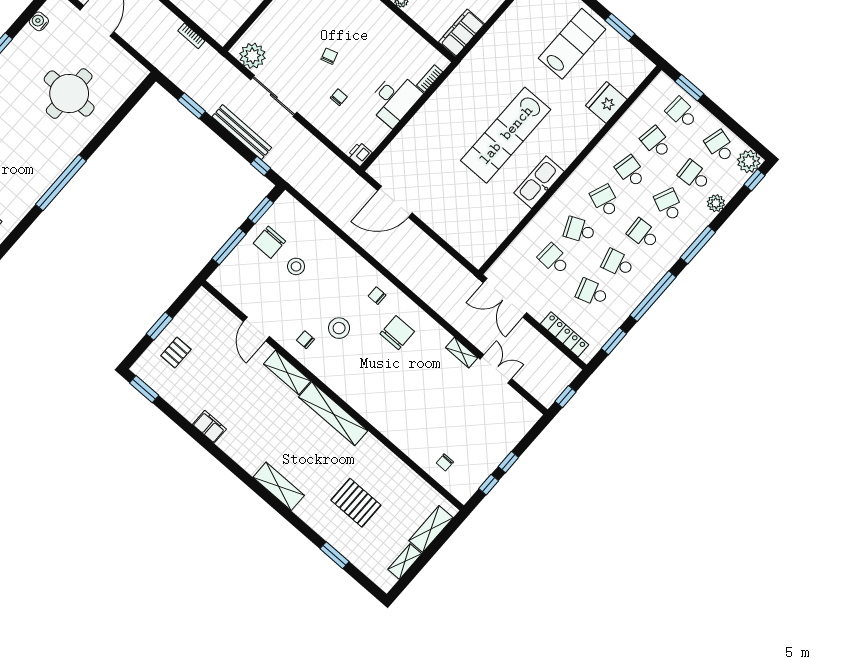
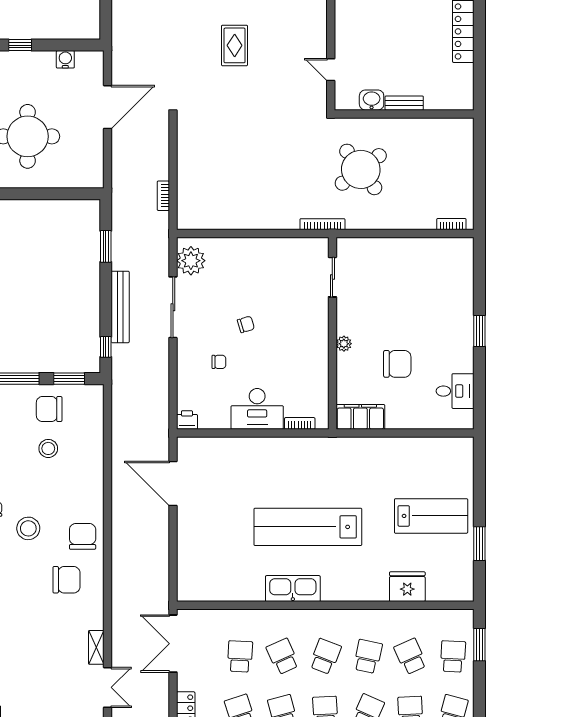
school desk: (656, 142) -> (410, 656), turned -33
chair: (377, 296) -> (83, 536), width x1.87, depth x1.87

